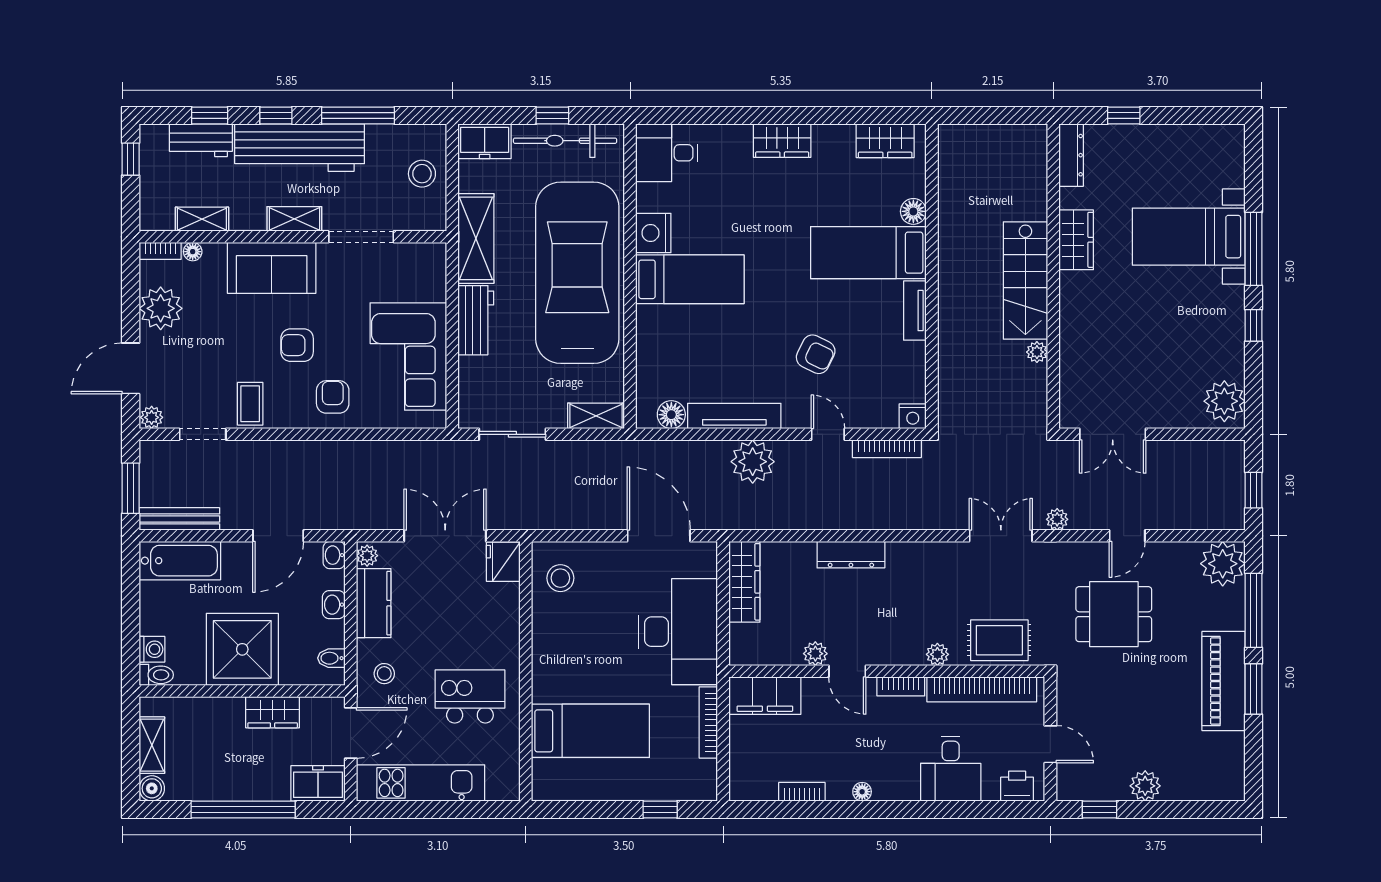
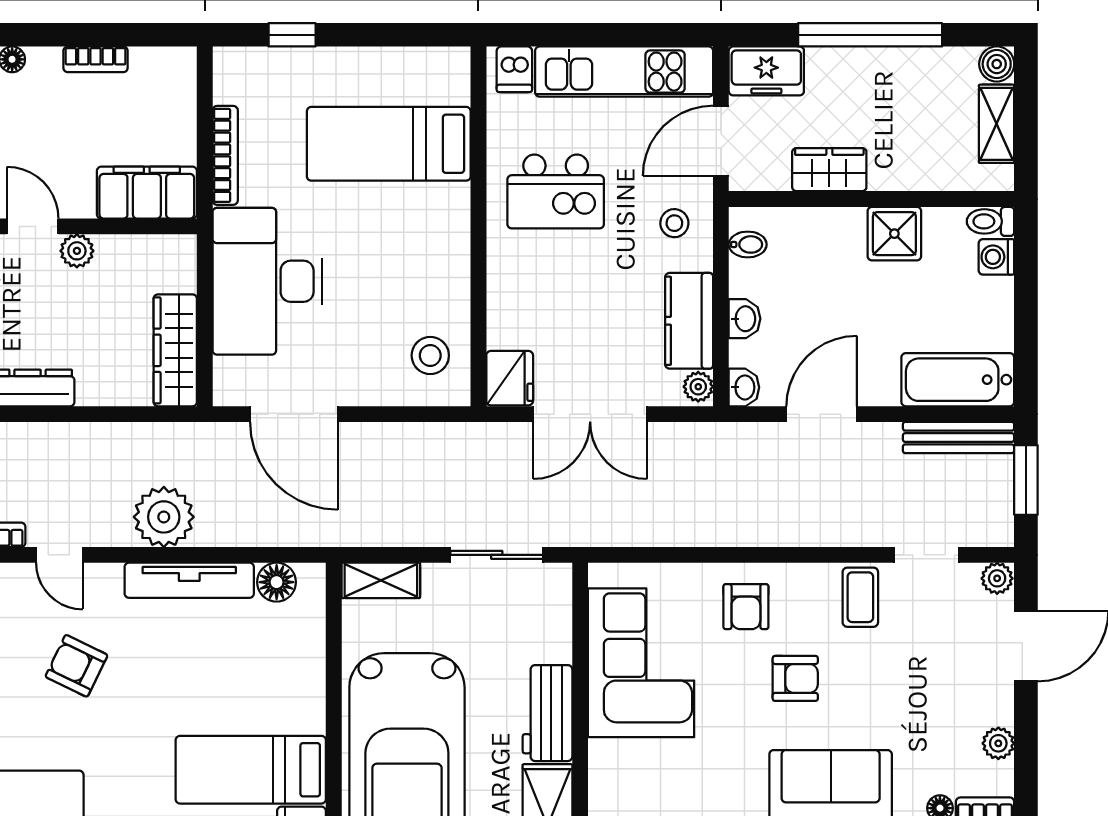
plant: (161, 308) -> (998, 743), width x0.53, depth x0.53
shower: (242, 649) -> (894, 234), width x0.54, depth x0.54
dishwasher: (500, 785) -> (514, 69), added

